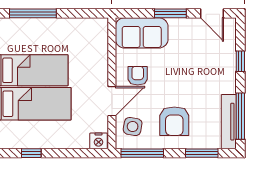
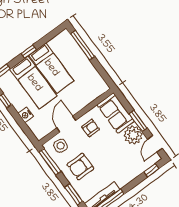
plant: (183, 31) -> (133, 135), added
window: (240, 61) -> (151, 170), moved
door: (112, 101) -> (66, 124), swing flipped
nightstand: (98, 141) -> (26, 115), moved

